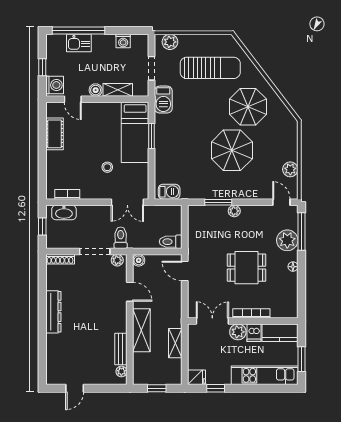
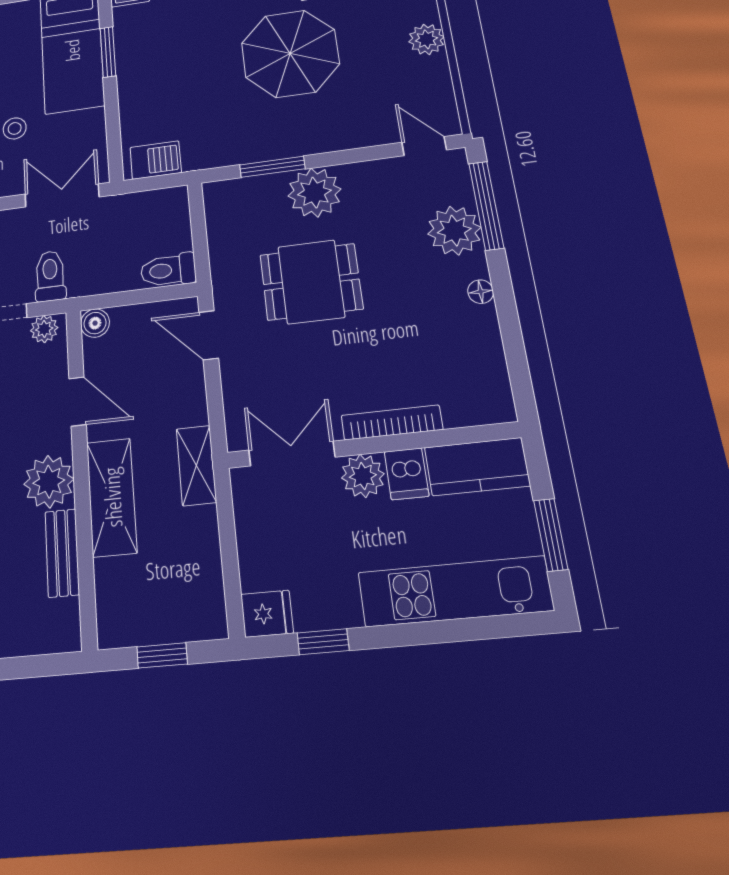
plant: (290, 169) -> (426, 39), moved
double door: (127, 202) -> (62, 195), swing flipped
plant: (234, 211) -> (314, 193), width x1.87, depth x1.87
dining table: (246, 268) -> (311, 282), moved
shelving: (175, 343) -> (196, 465), moved
plant: (121, 371) -> (49, 482), moved, width x1.88, depth x1.88

